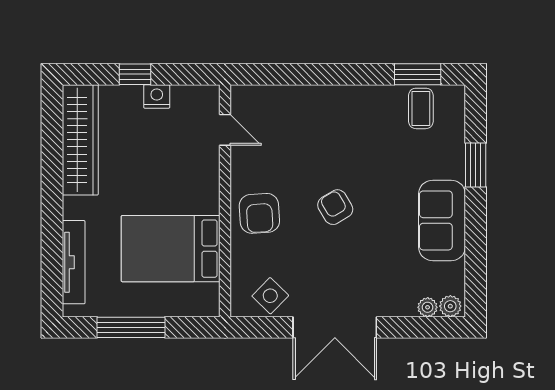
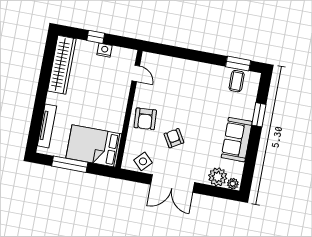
armchair: (335, 207) -> (174, 138), moved
bed: (171, 249) -> (94, 146), moved
plant: (428, 307) -> (218, 177), width x1.87, depth x1.87

